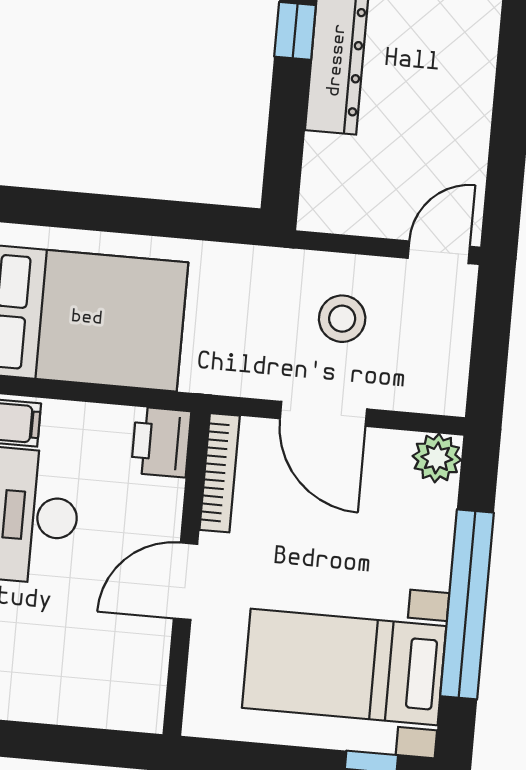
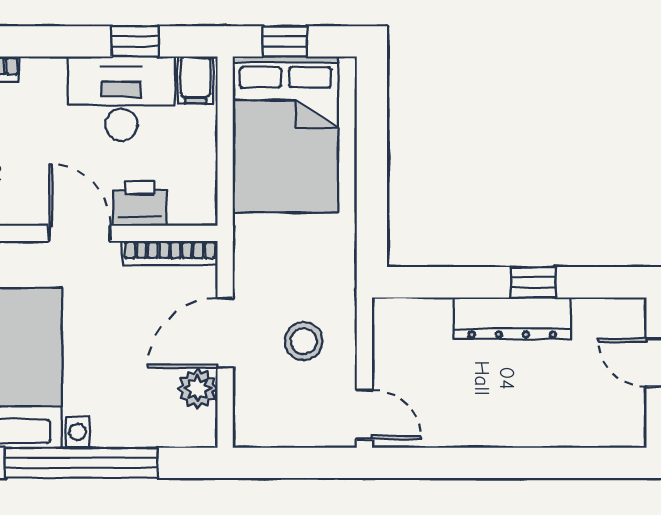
printer: (161, 442) -> (140, 203), moved
plant: (437, 458) -> (198, 388), moved

